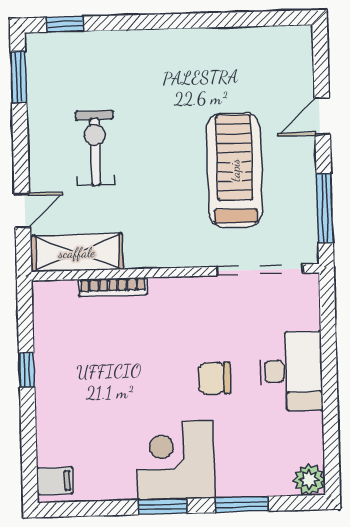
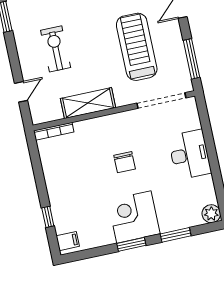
shelving: (77, 253) -> (88, 103), moved
bookcase: (113, 287) -> (54, 131), moved
window: (27, 370) -> (48, 217), moved
chair: (214, 378) -> (125, 162), moved, turned -90

